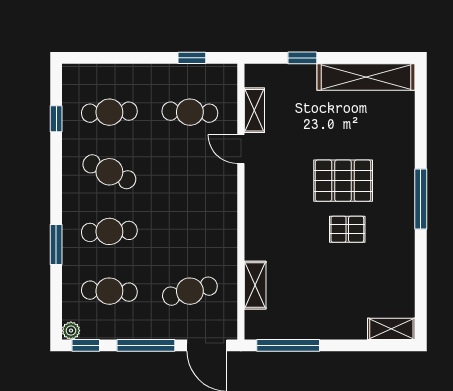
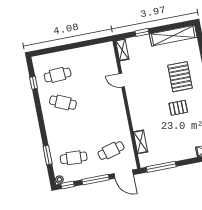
window: (192, 58) -> (91, 42), removed
shelving: (254, 110) -> (122, 50), moved
cafe table: (190, 112) -> (95, 68), removed
pallet: (343, 181) -> (180, 77), moved, turned 90
cafe table: (109, 231) -> (68, 130), removed
window: (56, 245) -> (48, 155), moved

